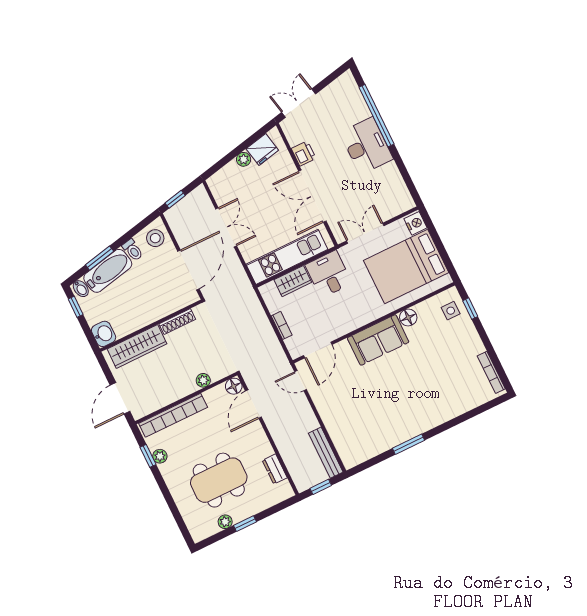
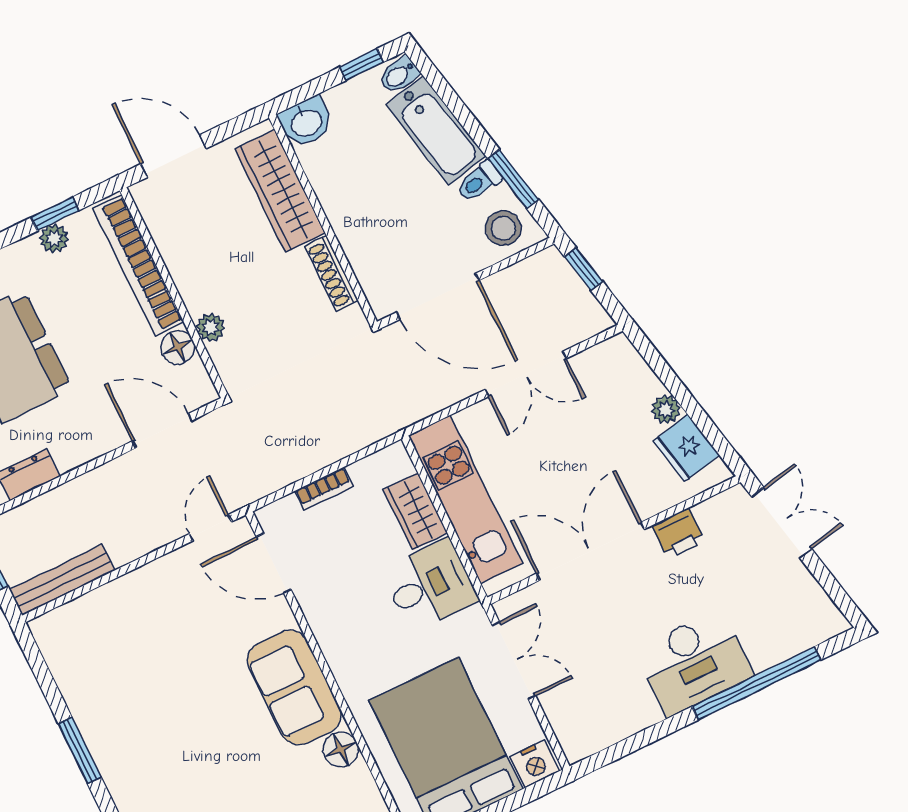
window: (100, 258) -> (513, 179), moved
floor lamp: (234, 386) -> (178, 347), moved

